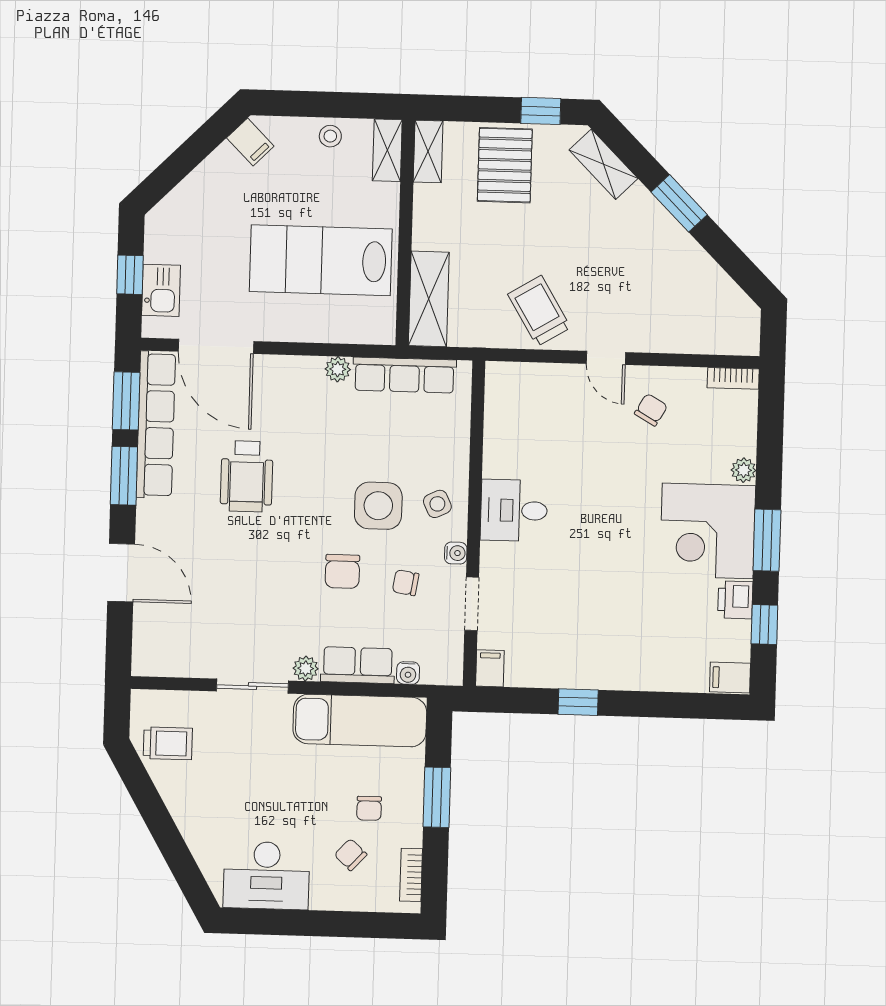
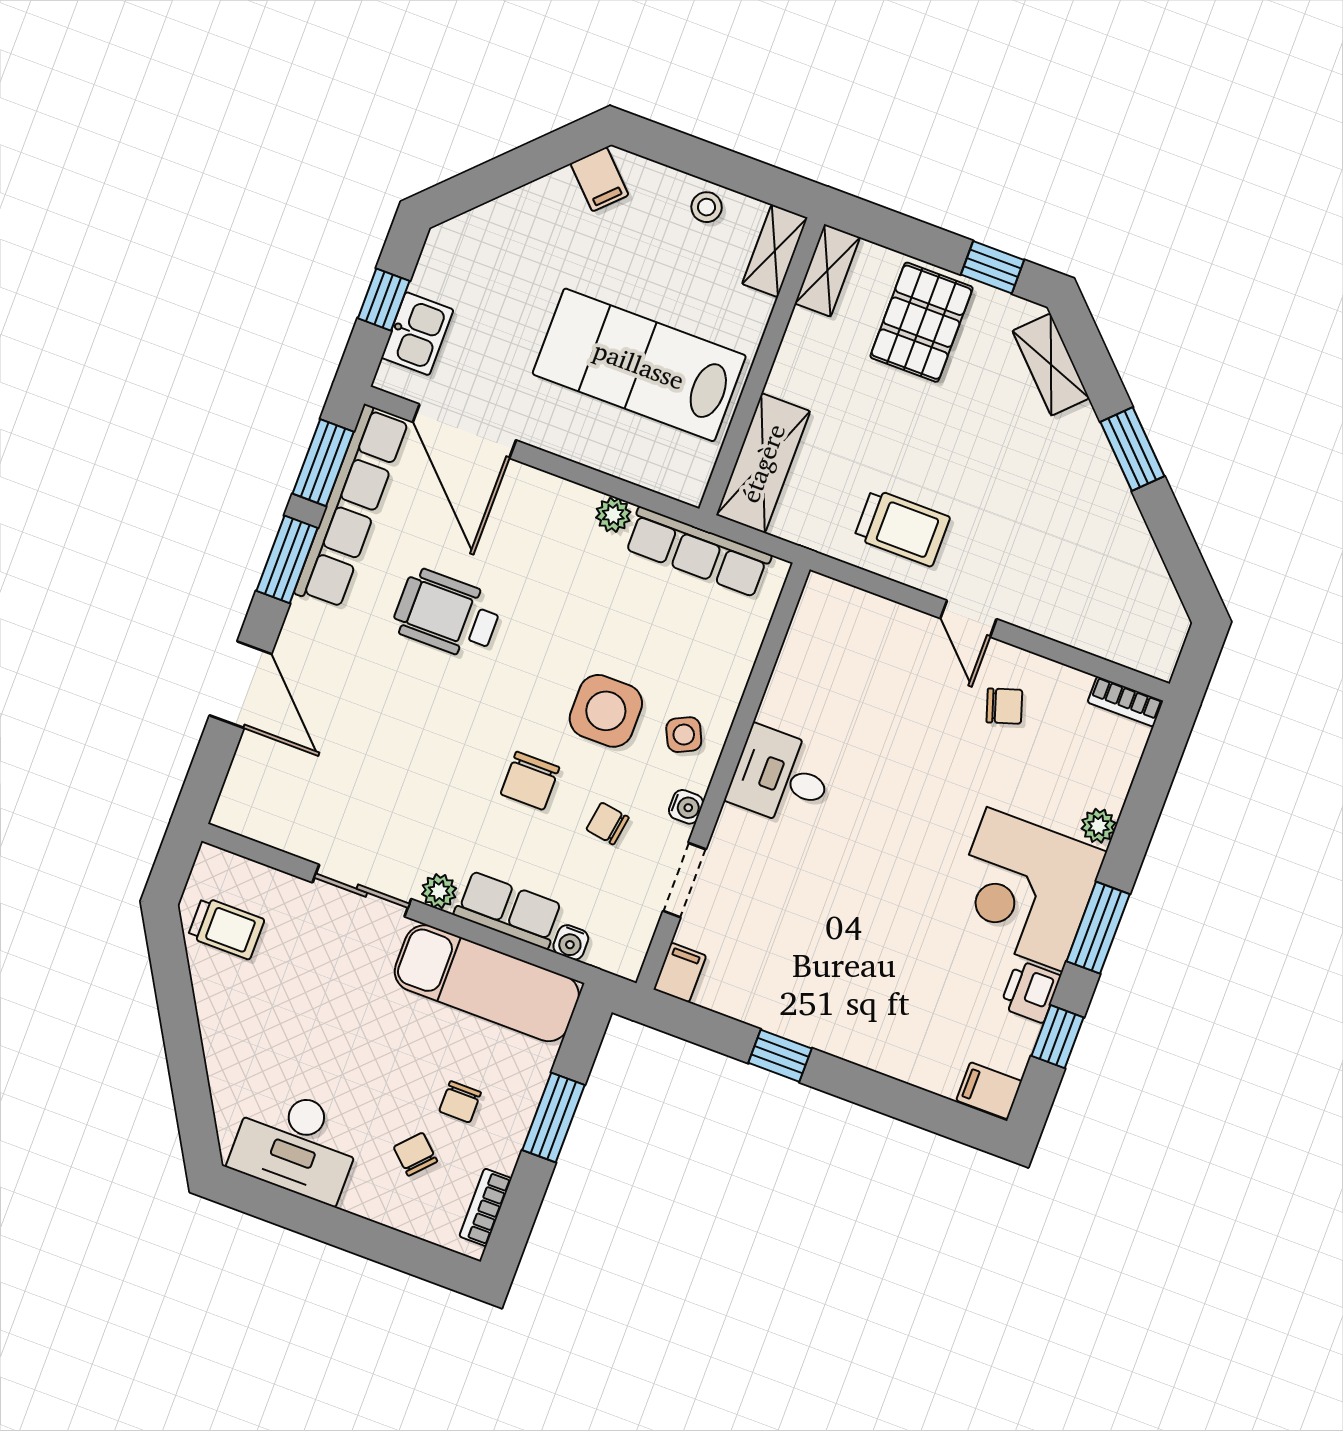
trolley: (539, 311) -> (902, 528), turned 121
chair: (651, 410) -> (1004, 706), turned 42
wheelchair: (247, 476) -> (447, 614), turned 90

